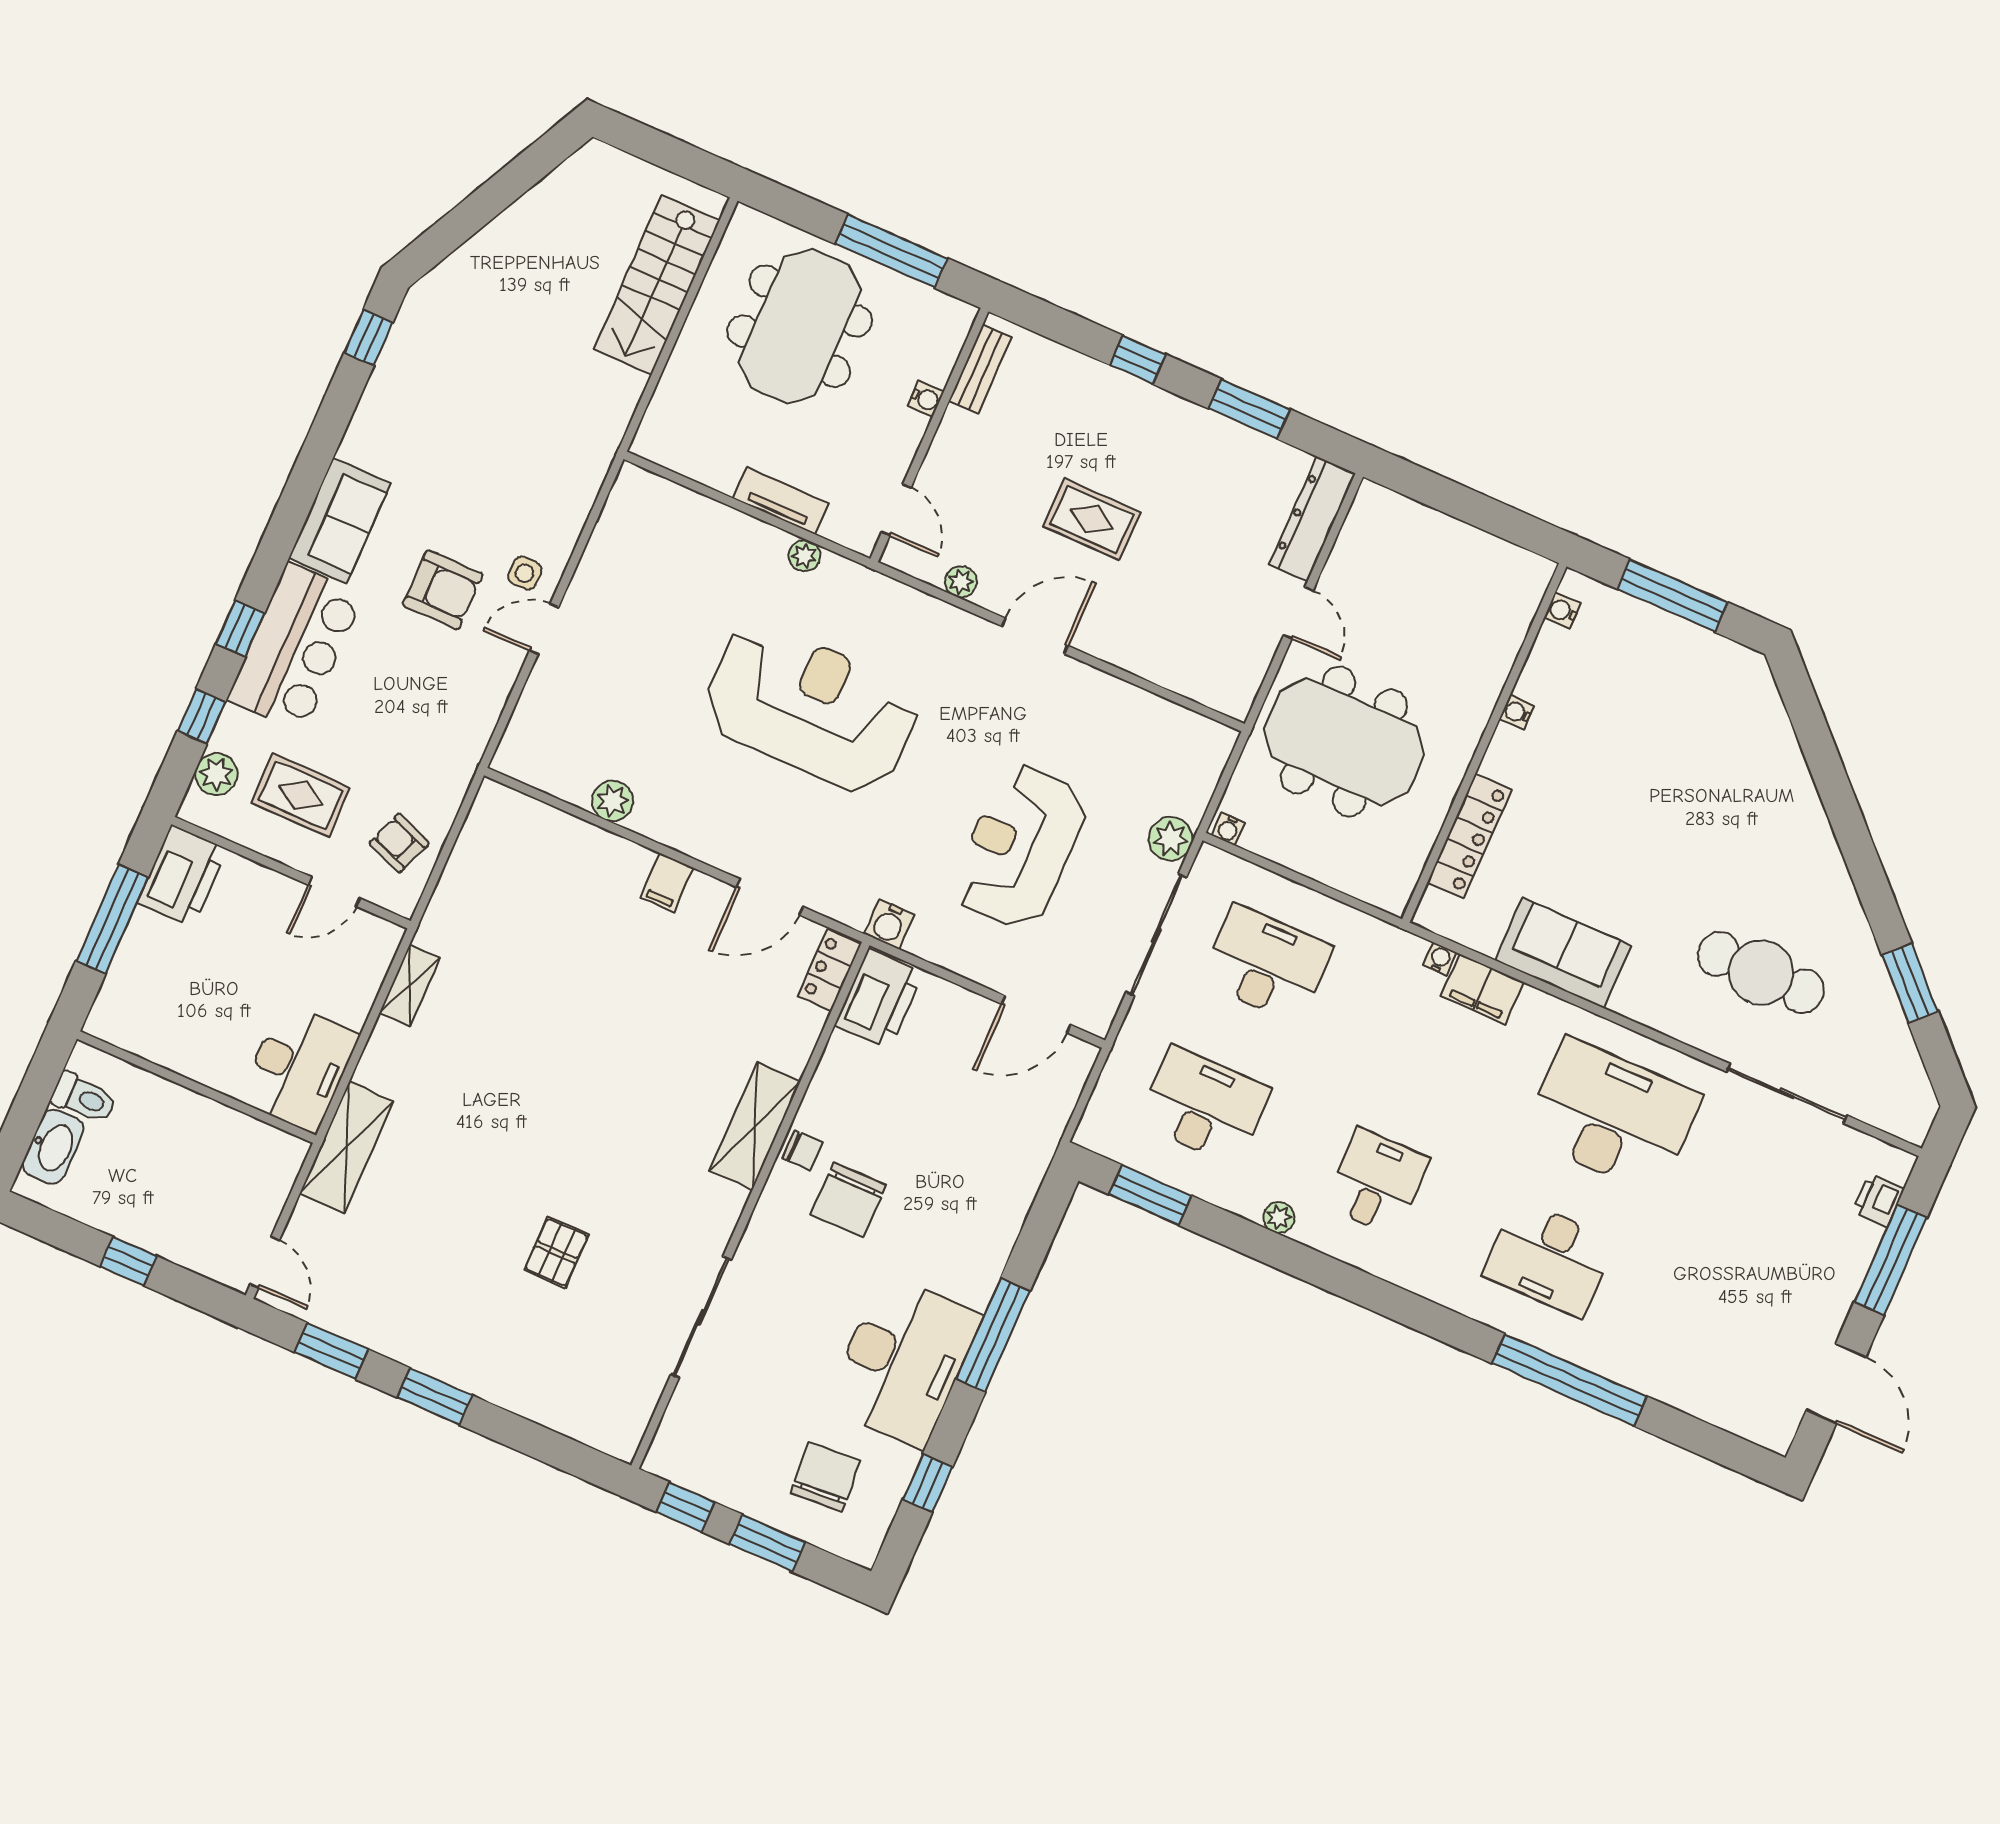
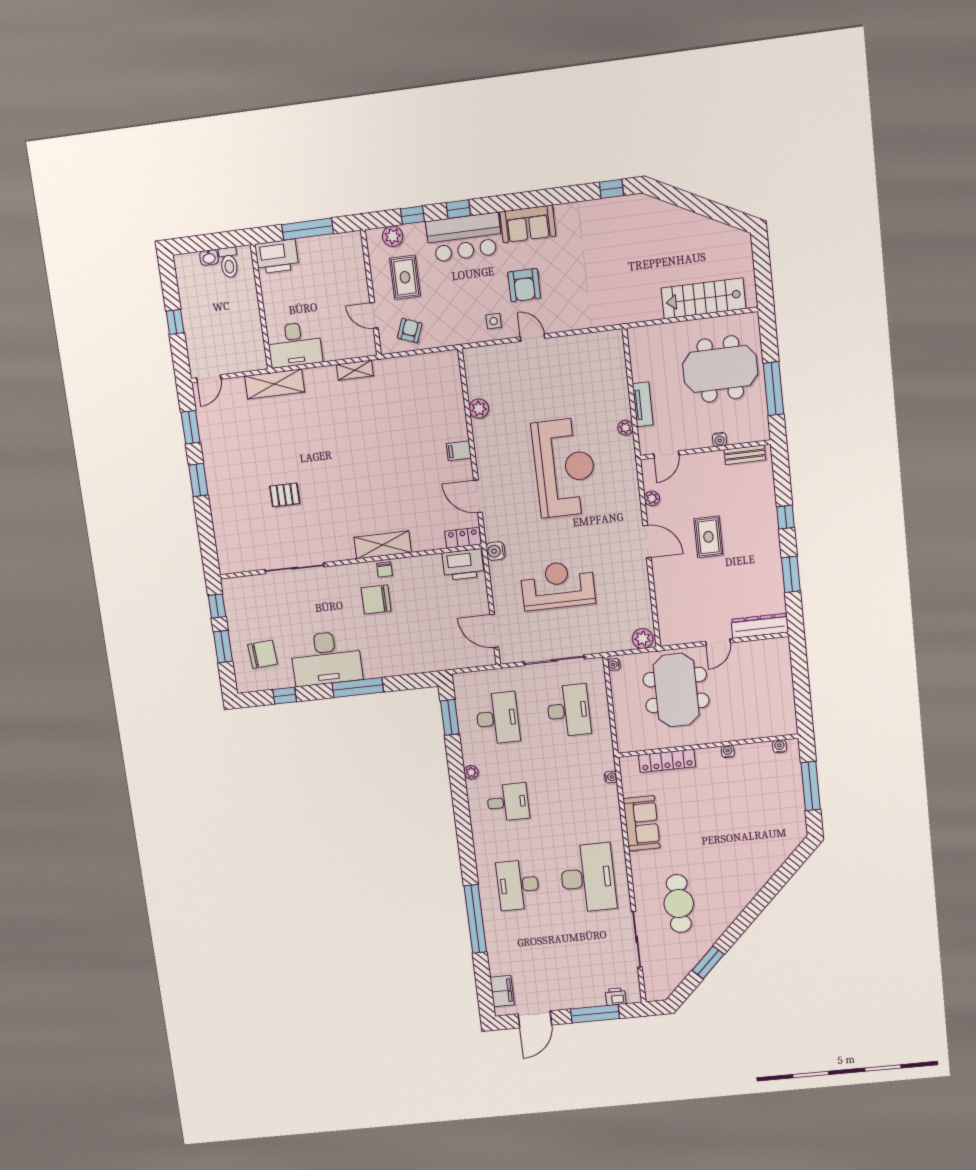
side table: (525, 573) -> (494, 321), moved
plant: (1171, 839) -> (643, 639), moved
printer: (182, 876) -> (277, 256), moved
filing cabinet: (1482, 989) -> (502, 991), moved, turned 180
washbasin: (53, 1147) -> (209, 257), width x0.52, depth x0.69

